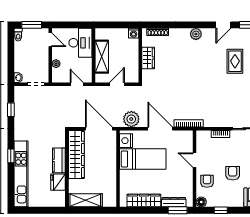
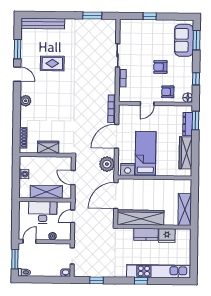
washing machine: (134, 33) -> (24, 174), moved
desk: (80, 43) -> (43, 212), moved

